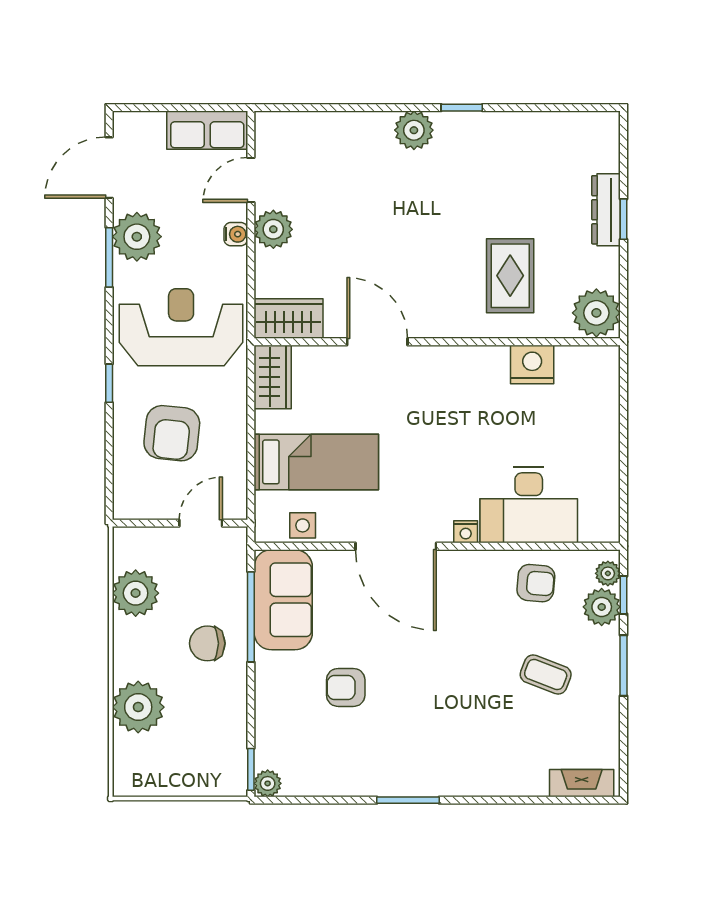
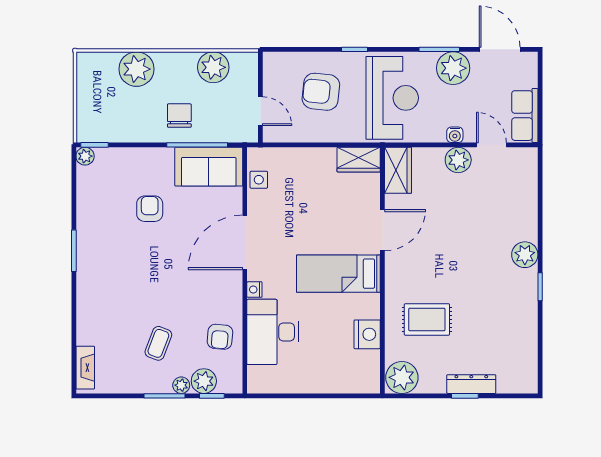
bed: (316, 462) -> (338, 274), moved, turned 90
plant: (608, 573) -> (181, 385), moved

